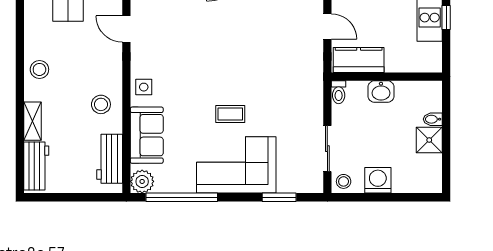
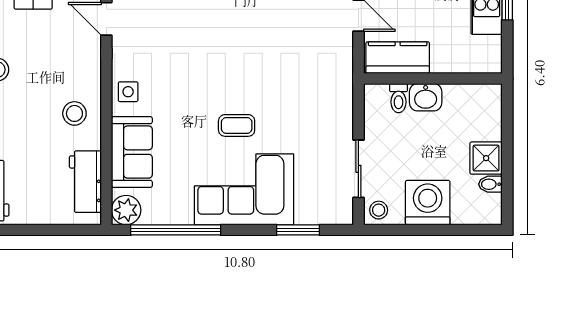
toilet: (339, 92) -> (398, 98), moved
bidet: (433, 119) -> (490, 184), moved
washing machine: (378, 180) -> (428, 203), width x1.37, depth x1.37

